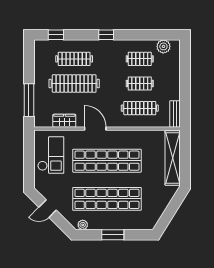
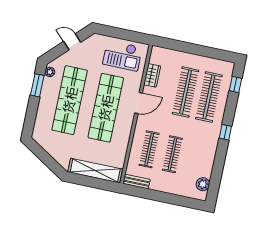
clothes rail: (74, 59) -> (209, 97), width x1.37, depth x1.31
clothes rail: (140, 59) -> (196, 159), removed
clothes rail: (140, 83) -> (172, 154), width x1.36
window: (29, 100) -> (179, 46), removed
door: (48, 209) -> (72, 42), hinge flipped
window: (113, 235) -> (37, 85), moved

